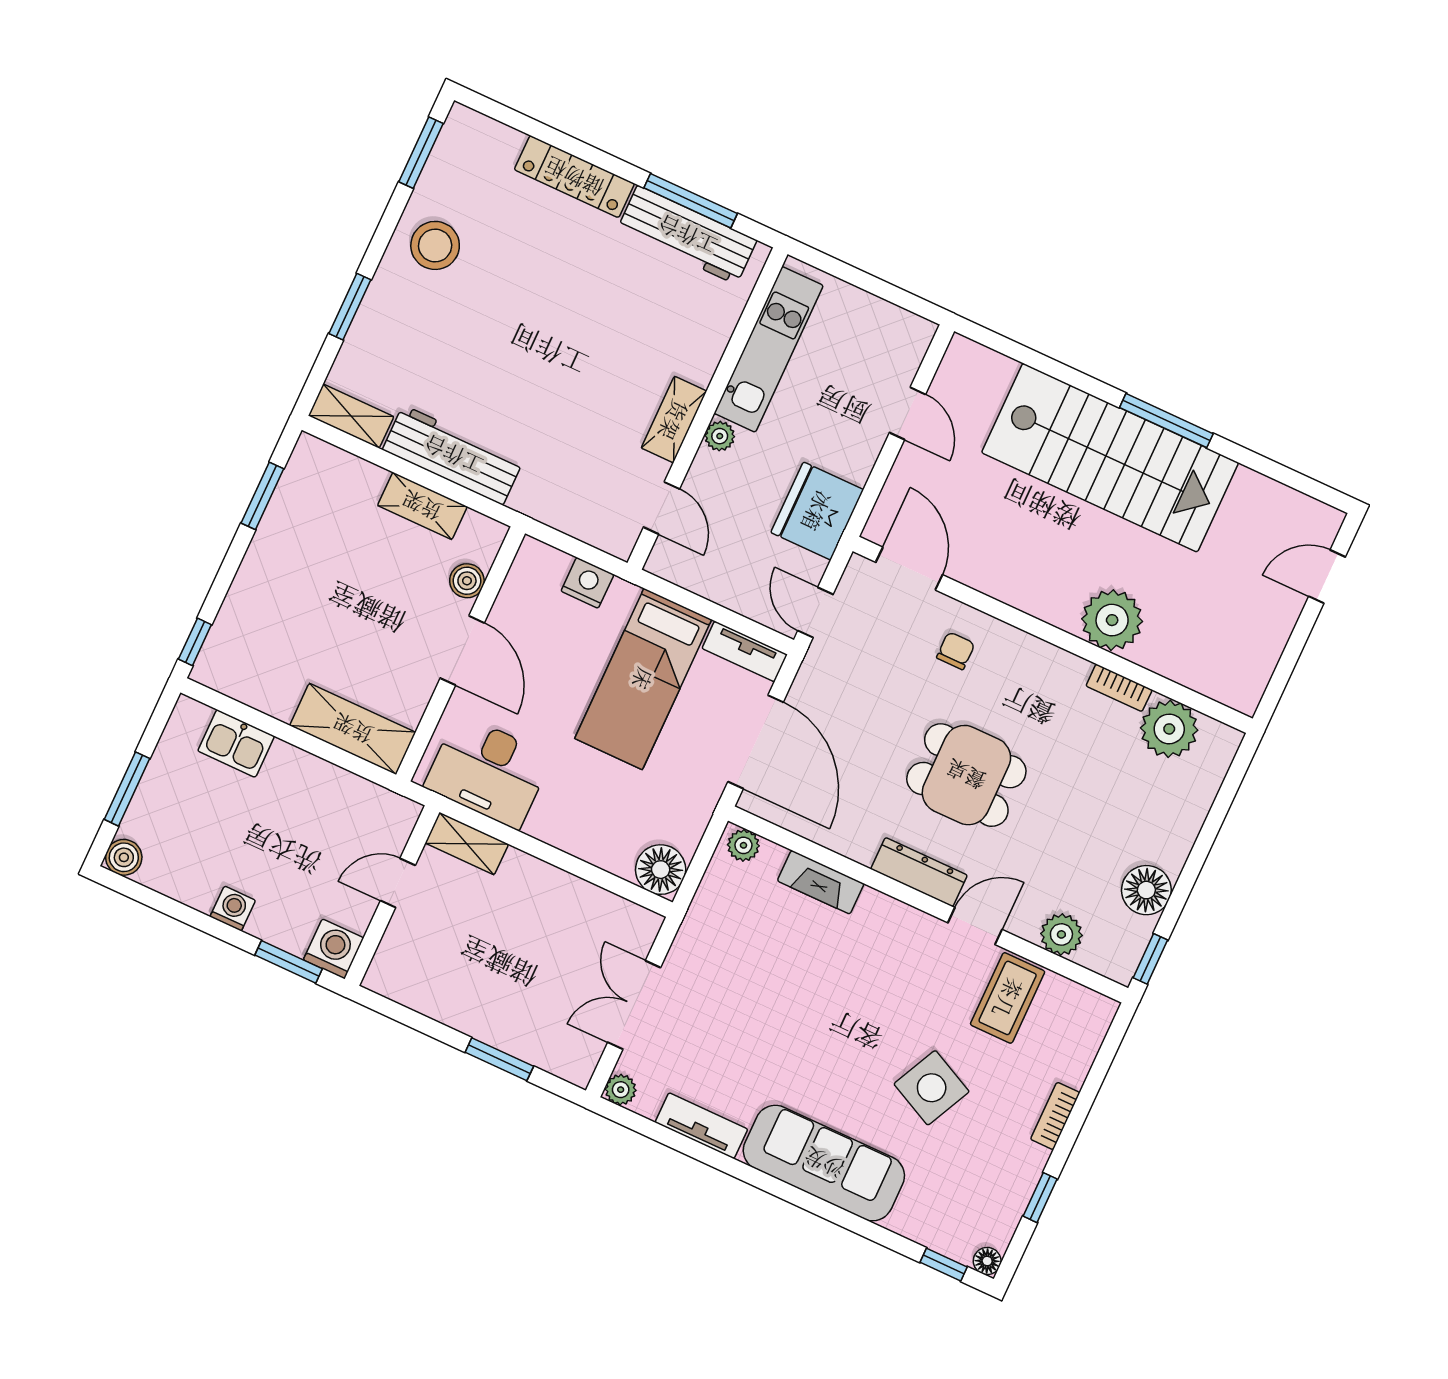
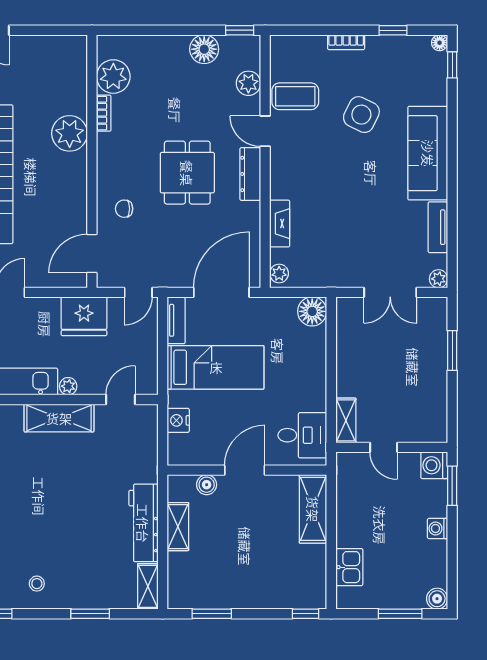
stool: (435, 245) -> (37, 584), width x0.53, depth x0.53
shelving: (674, 420) -> (59, 418), width x1.50, depth x1.33
desk: (488, 771) -> (302, 435), width x0.73

